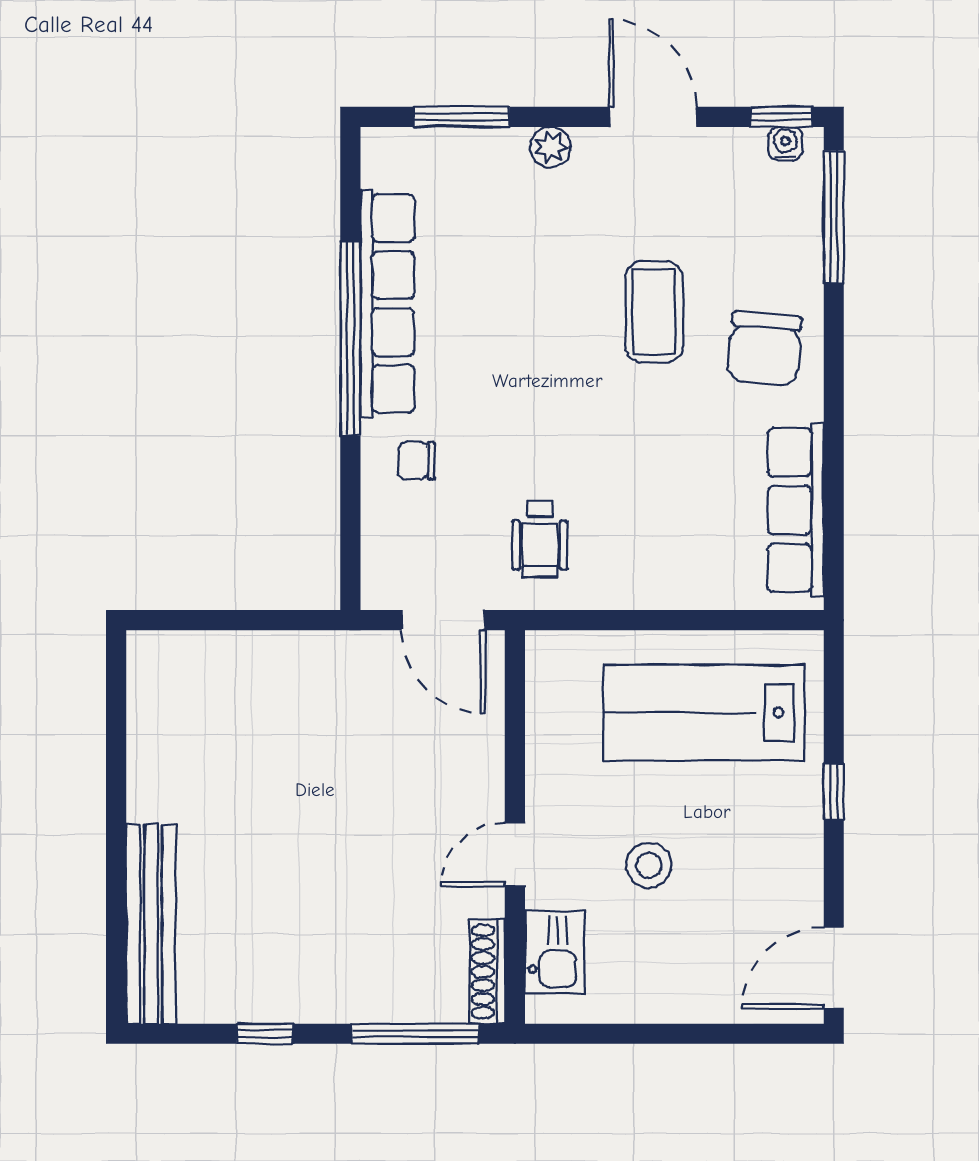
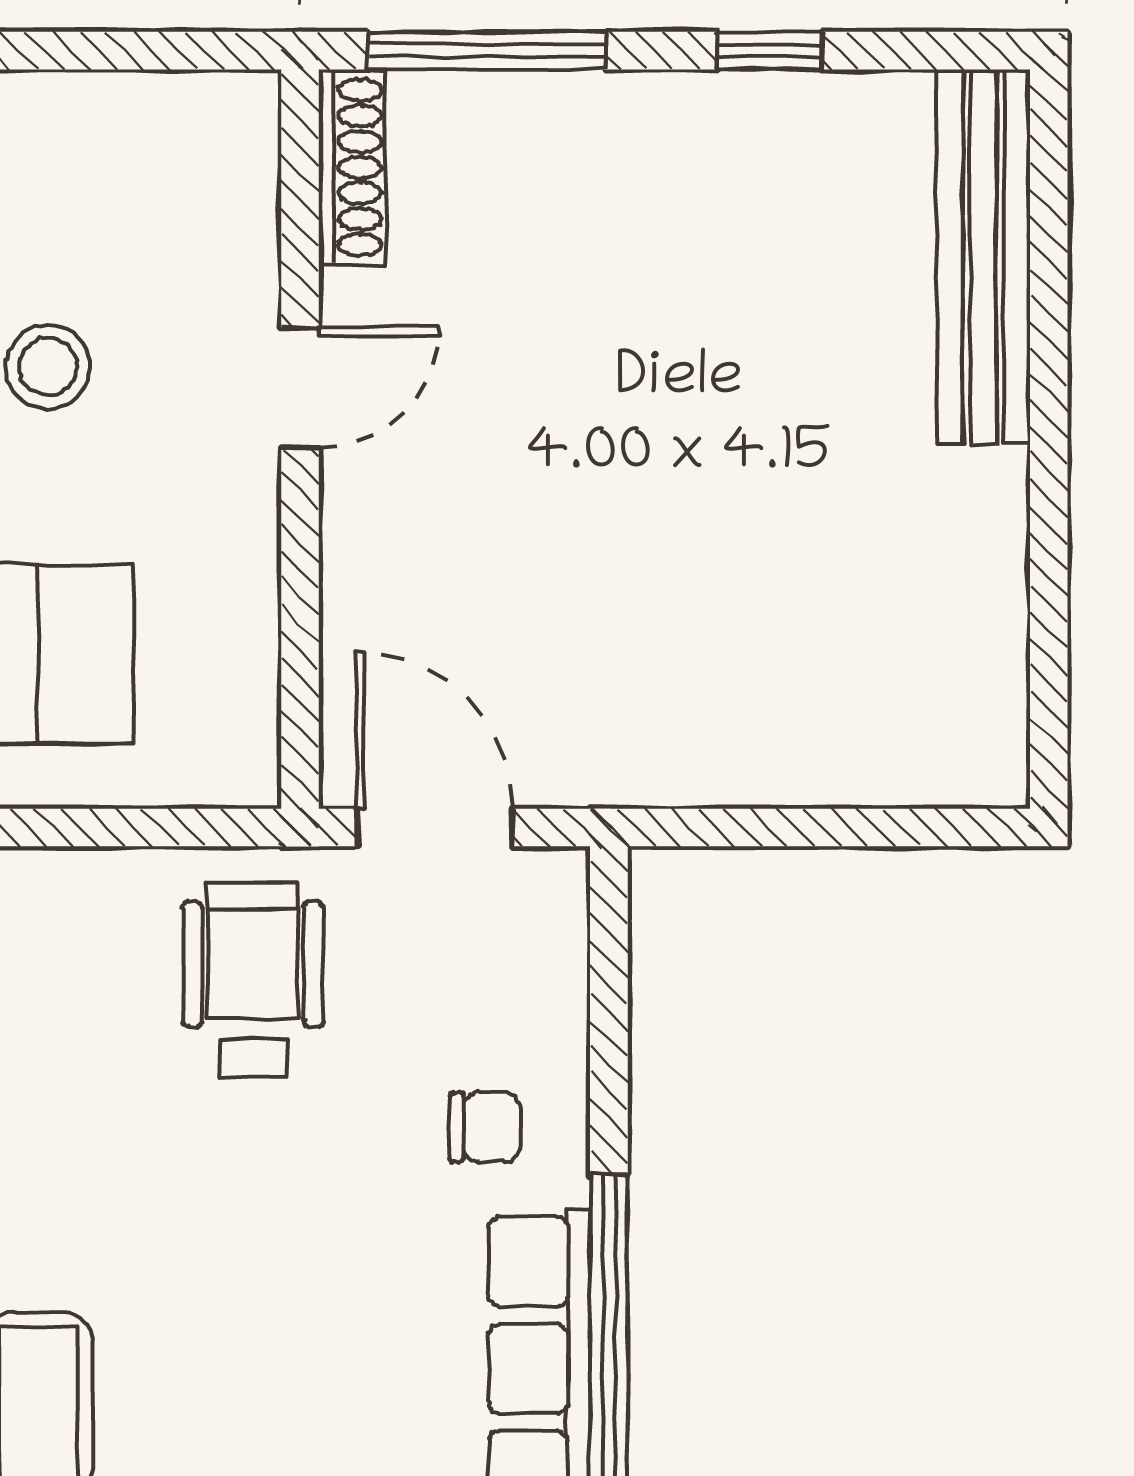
wheelchair: (540, 539) -> (253, 980), width x1.36, depth x1.37
kitchen sink: (555, 952) -> (225, 203), removed

